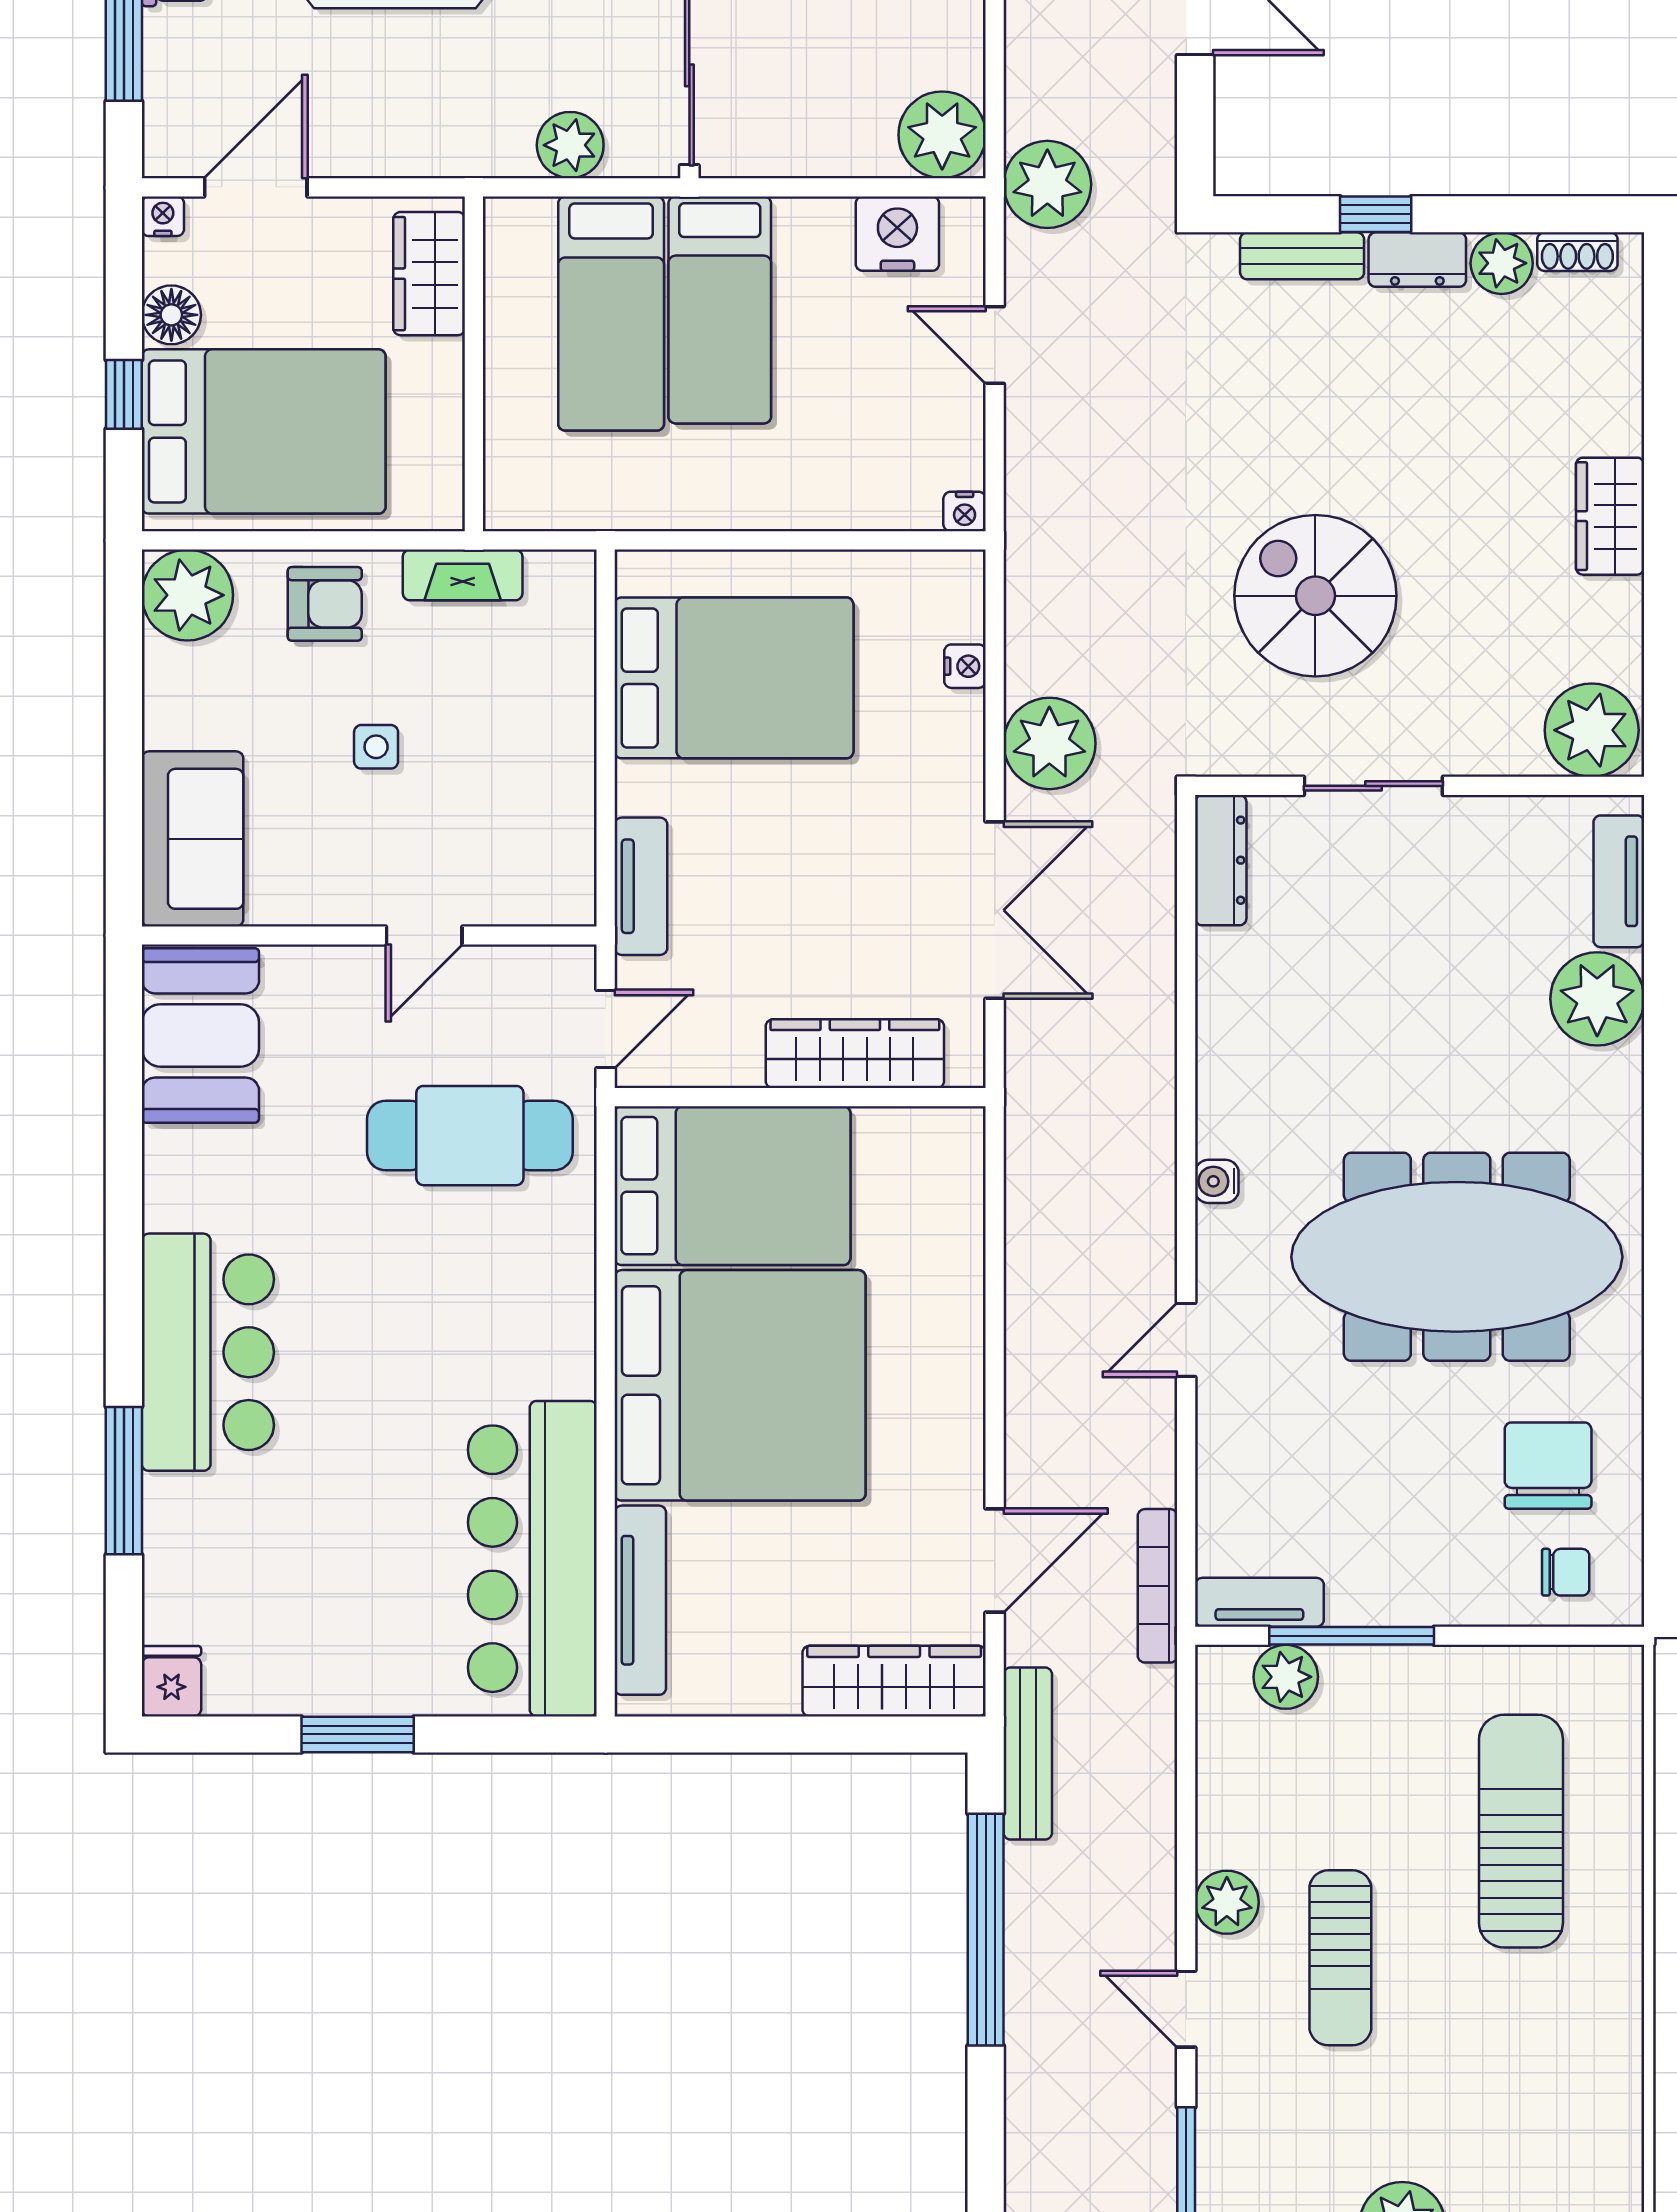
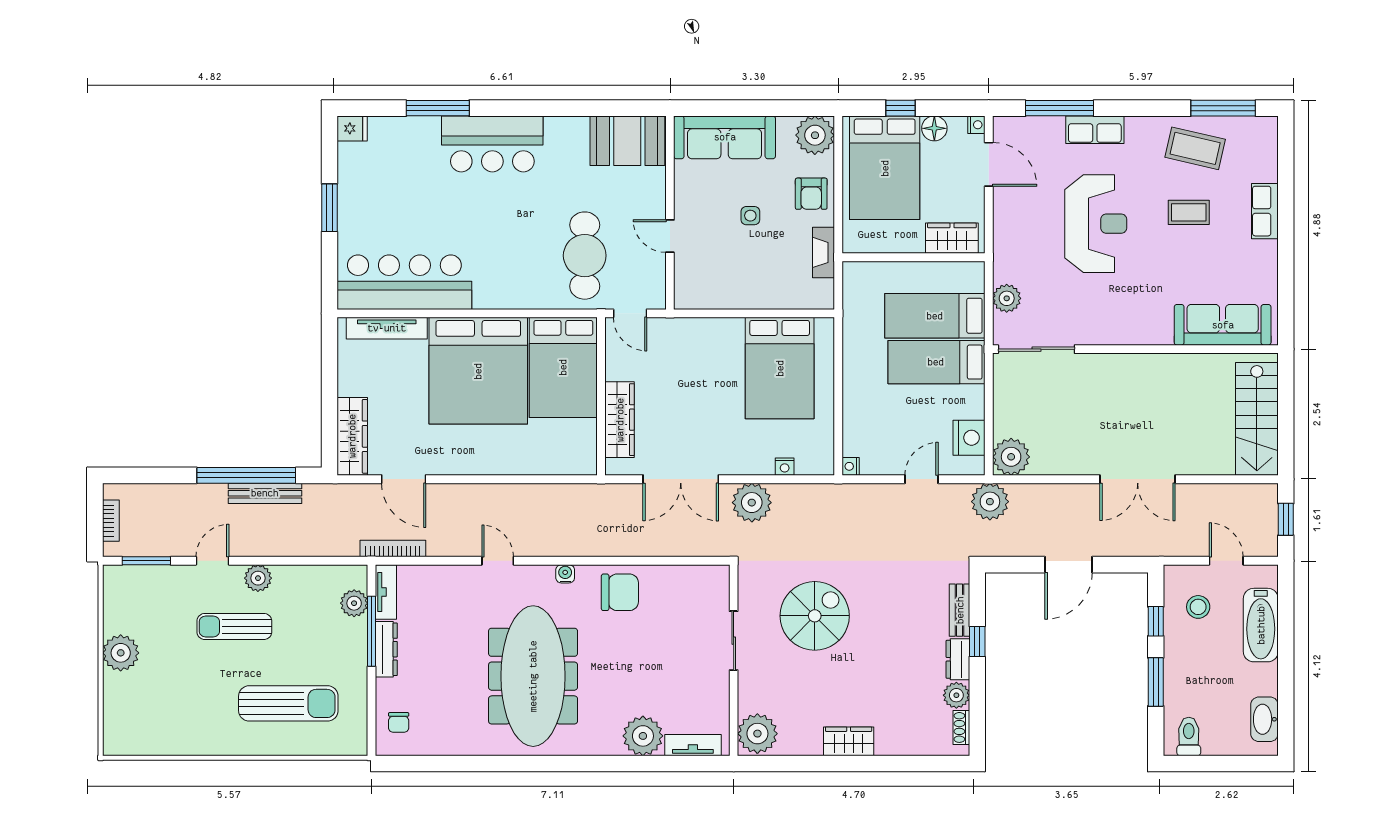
sofa: (192, 839) -> (725, 137), width x1.36
dresser: (1221, 860) -> (386, 649), moved, turned -90
tv unit: (641, 886) -> (691, 328), removed
chair: (1548, 1466) -> (620, 592), moved
bench: (1028, 1754) -> (265, 493), moved

